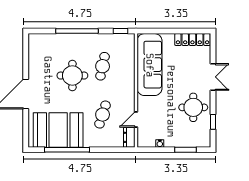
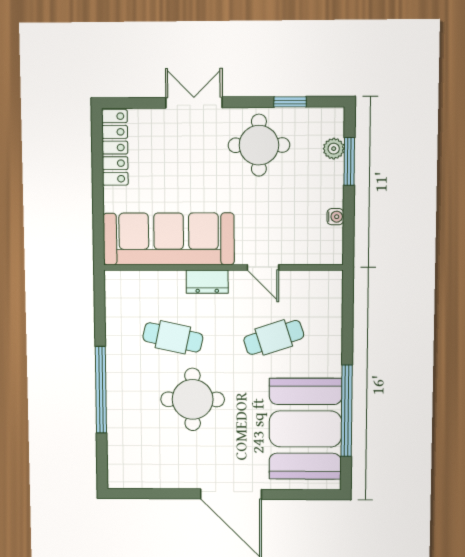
window: (121, 31) -> (99, 300), removed
cafe table: (103, 115) -> (274, 337), turned -36
door: (136, 119) -> (263, 267), moved
dresser: (129, 137) -> (207, 282), moved
plant: (191, 142) -> (334, 149), added

